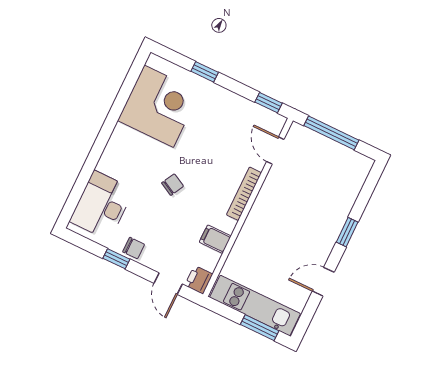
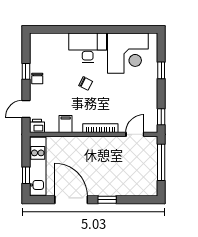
desk: (102, 205) -> (88, 48), moved
door: (323, 282) -> (71, 200), width x1.88
window: (260, 328) -> (26, 175), width x0.67

